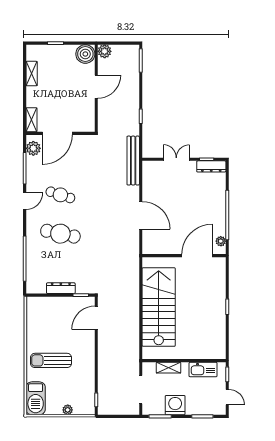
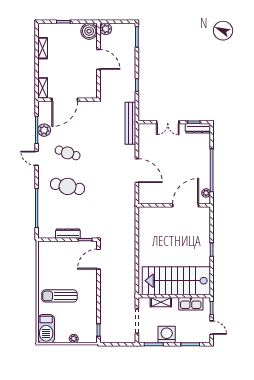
door: (96, 87) -> (99, 59), hinge flipped
plant: (33, 148) -> (44, 130), moved
double door: (176, 159) -> (168, 122), swing flipped
door: (25, 201) -> (37, 158), swing flipped
stairs: (159, 307) -> (176, 281), moved, turned -90

